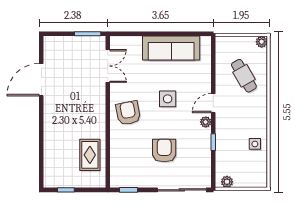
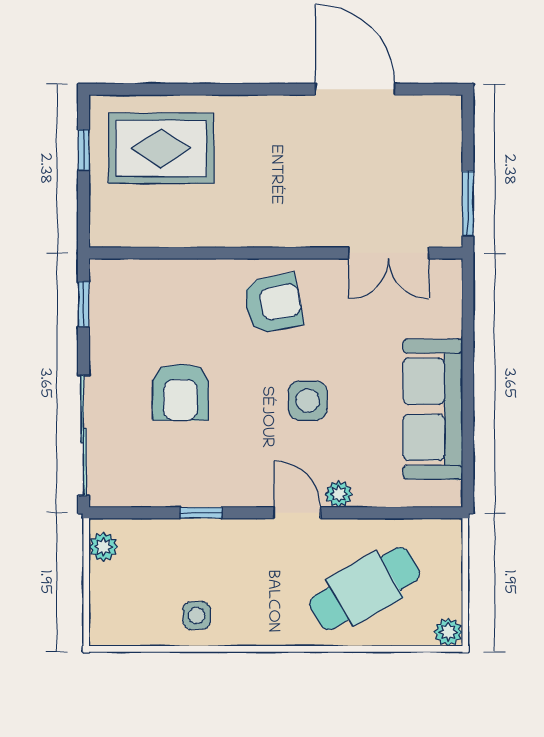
cafe table: (244, 76) -> (365, 589), width x1.37, depth x1.35
plant: (206, 122) -> (339, 494), moved
armchair: (164, 150) -> (181, 392), turned 90
rug: (90, 155) -> (161, 148), moved, width x1.36, depth x1.43

